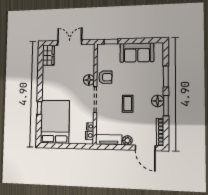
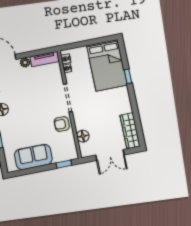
wardrobe: (48, 55) -> (130, 131), width x1.50
floor lamp: (89, 80) -> (83, 136), moved
coffee table: (128, 104) -> (32, 100), removed

